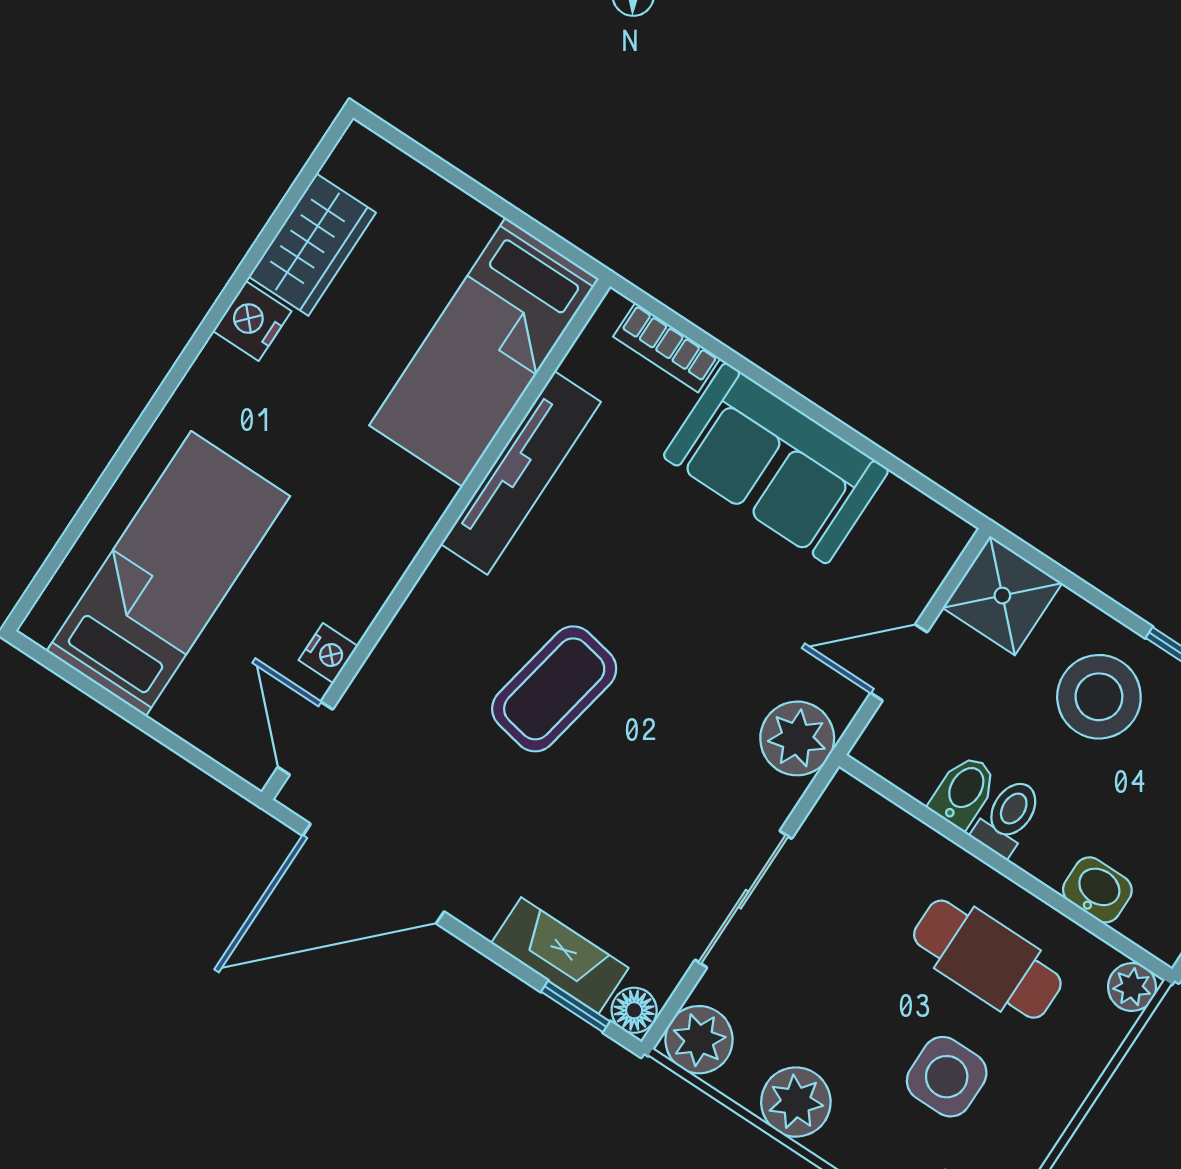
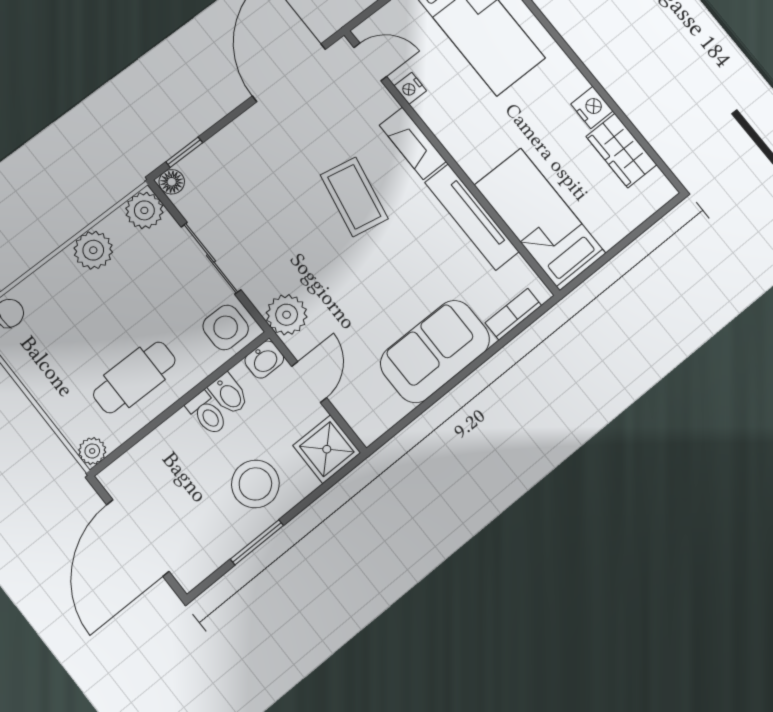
washbasin: (1097, 890) -> (264, 360), moved
fireplace: (560, 955) -> (413, 143), moved, turned 90
side table: (947, 1077) -> (226, 327), moved

